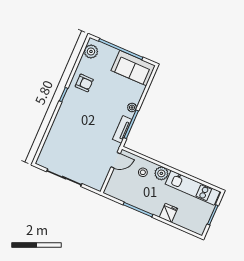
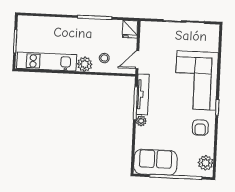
armchair: (84, 83) -> (200, 128), turned -90
corner sofa: (72, 124) -> (196, 80), added
tv unit: (122, 129) -> (143, 94), width x1.41
fridge: (168, 213) -> (130, 29), moved

